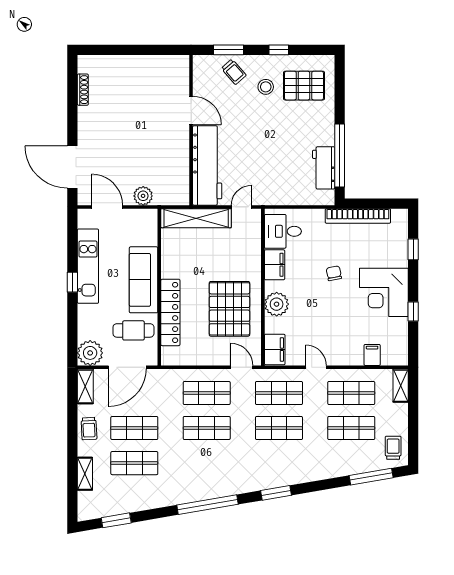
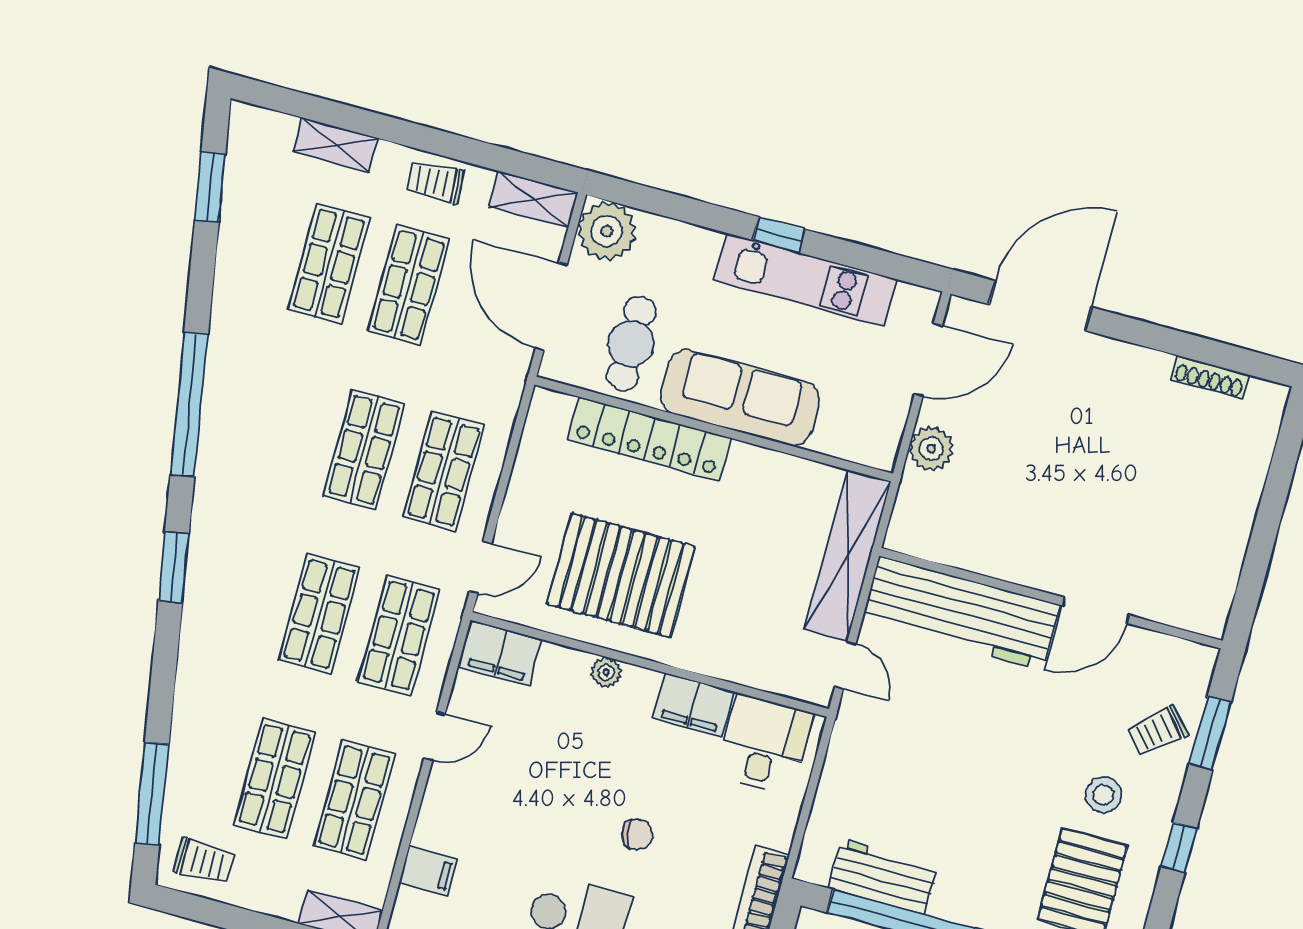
plant: (277, 304) -> (606, 672), width x0.53, depth x0.53

